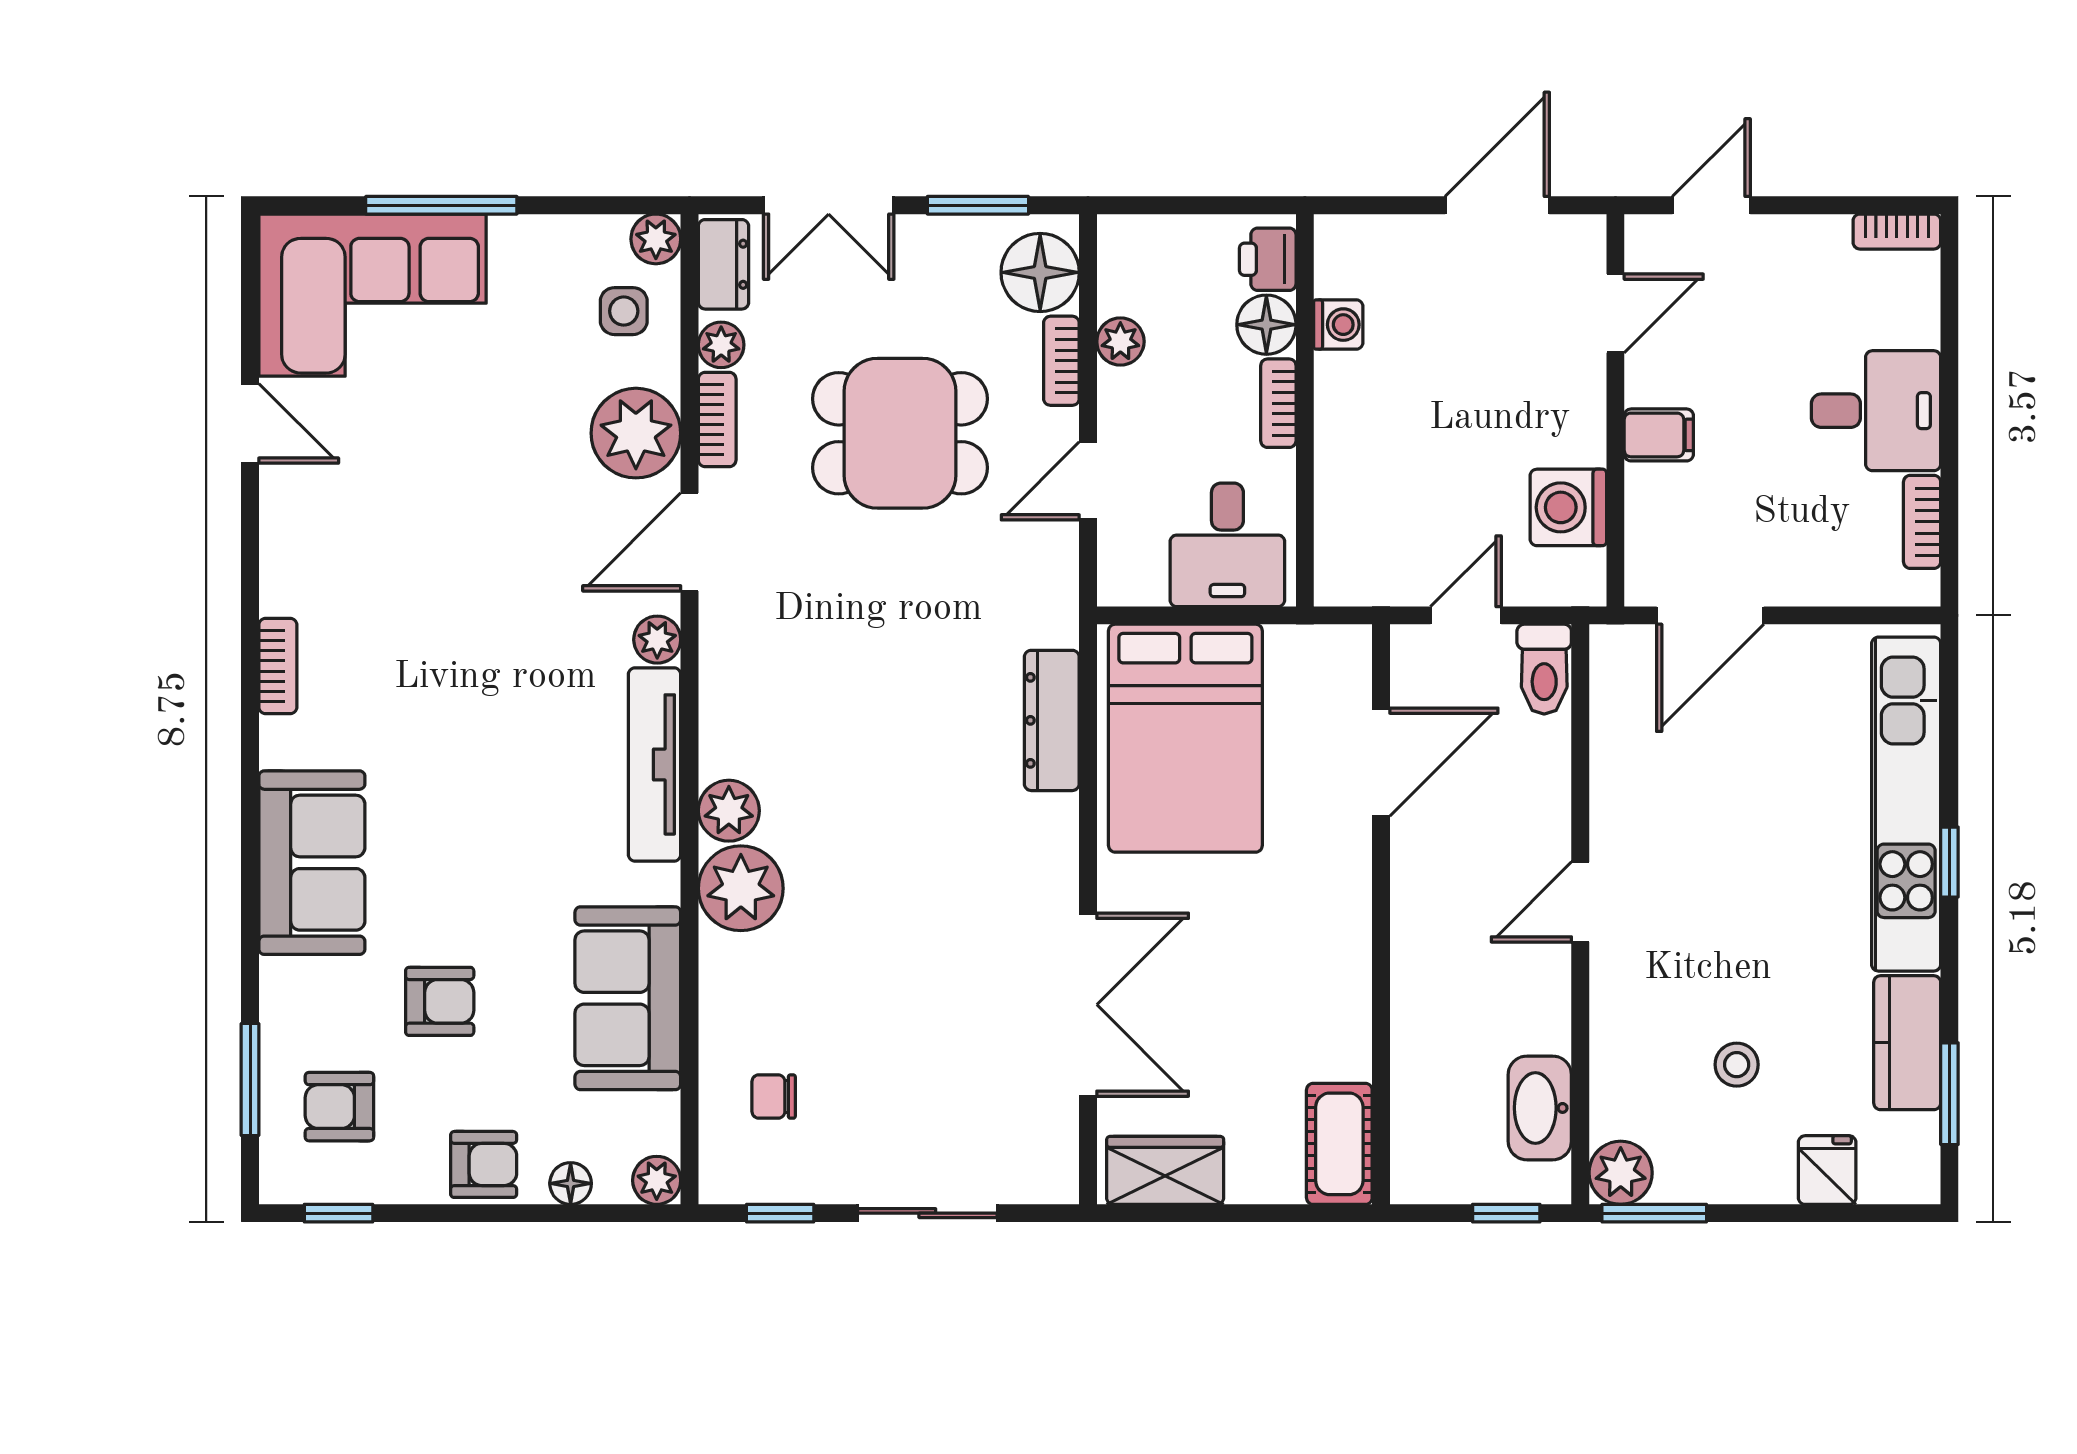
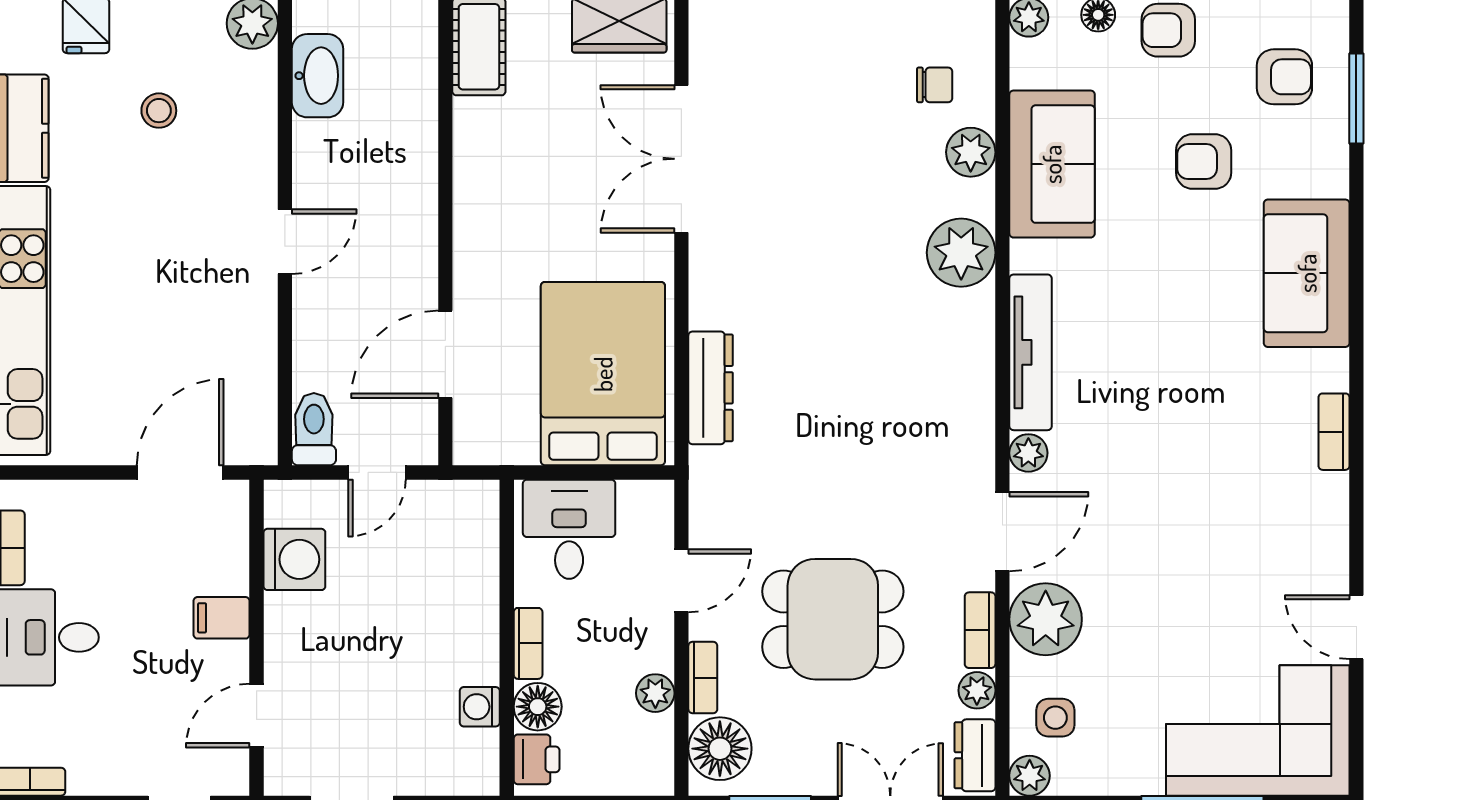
plant: (729, 811) -> (971, 152), moved

